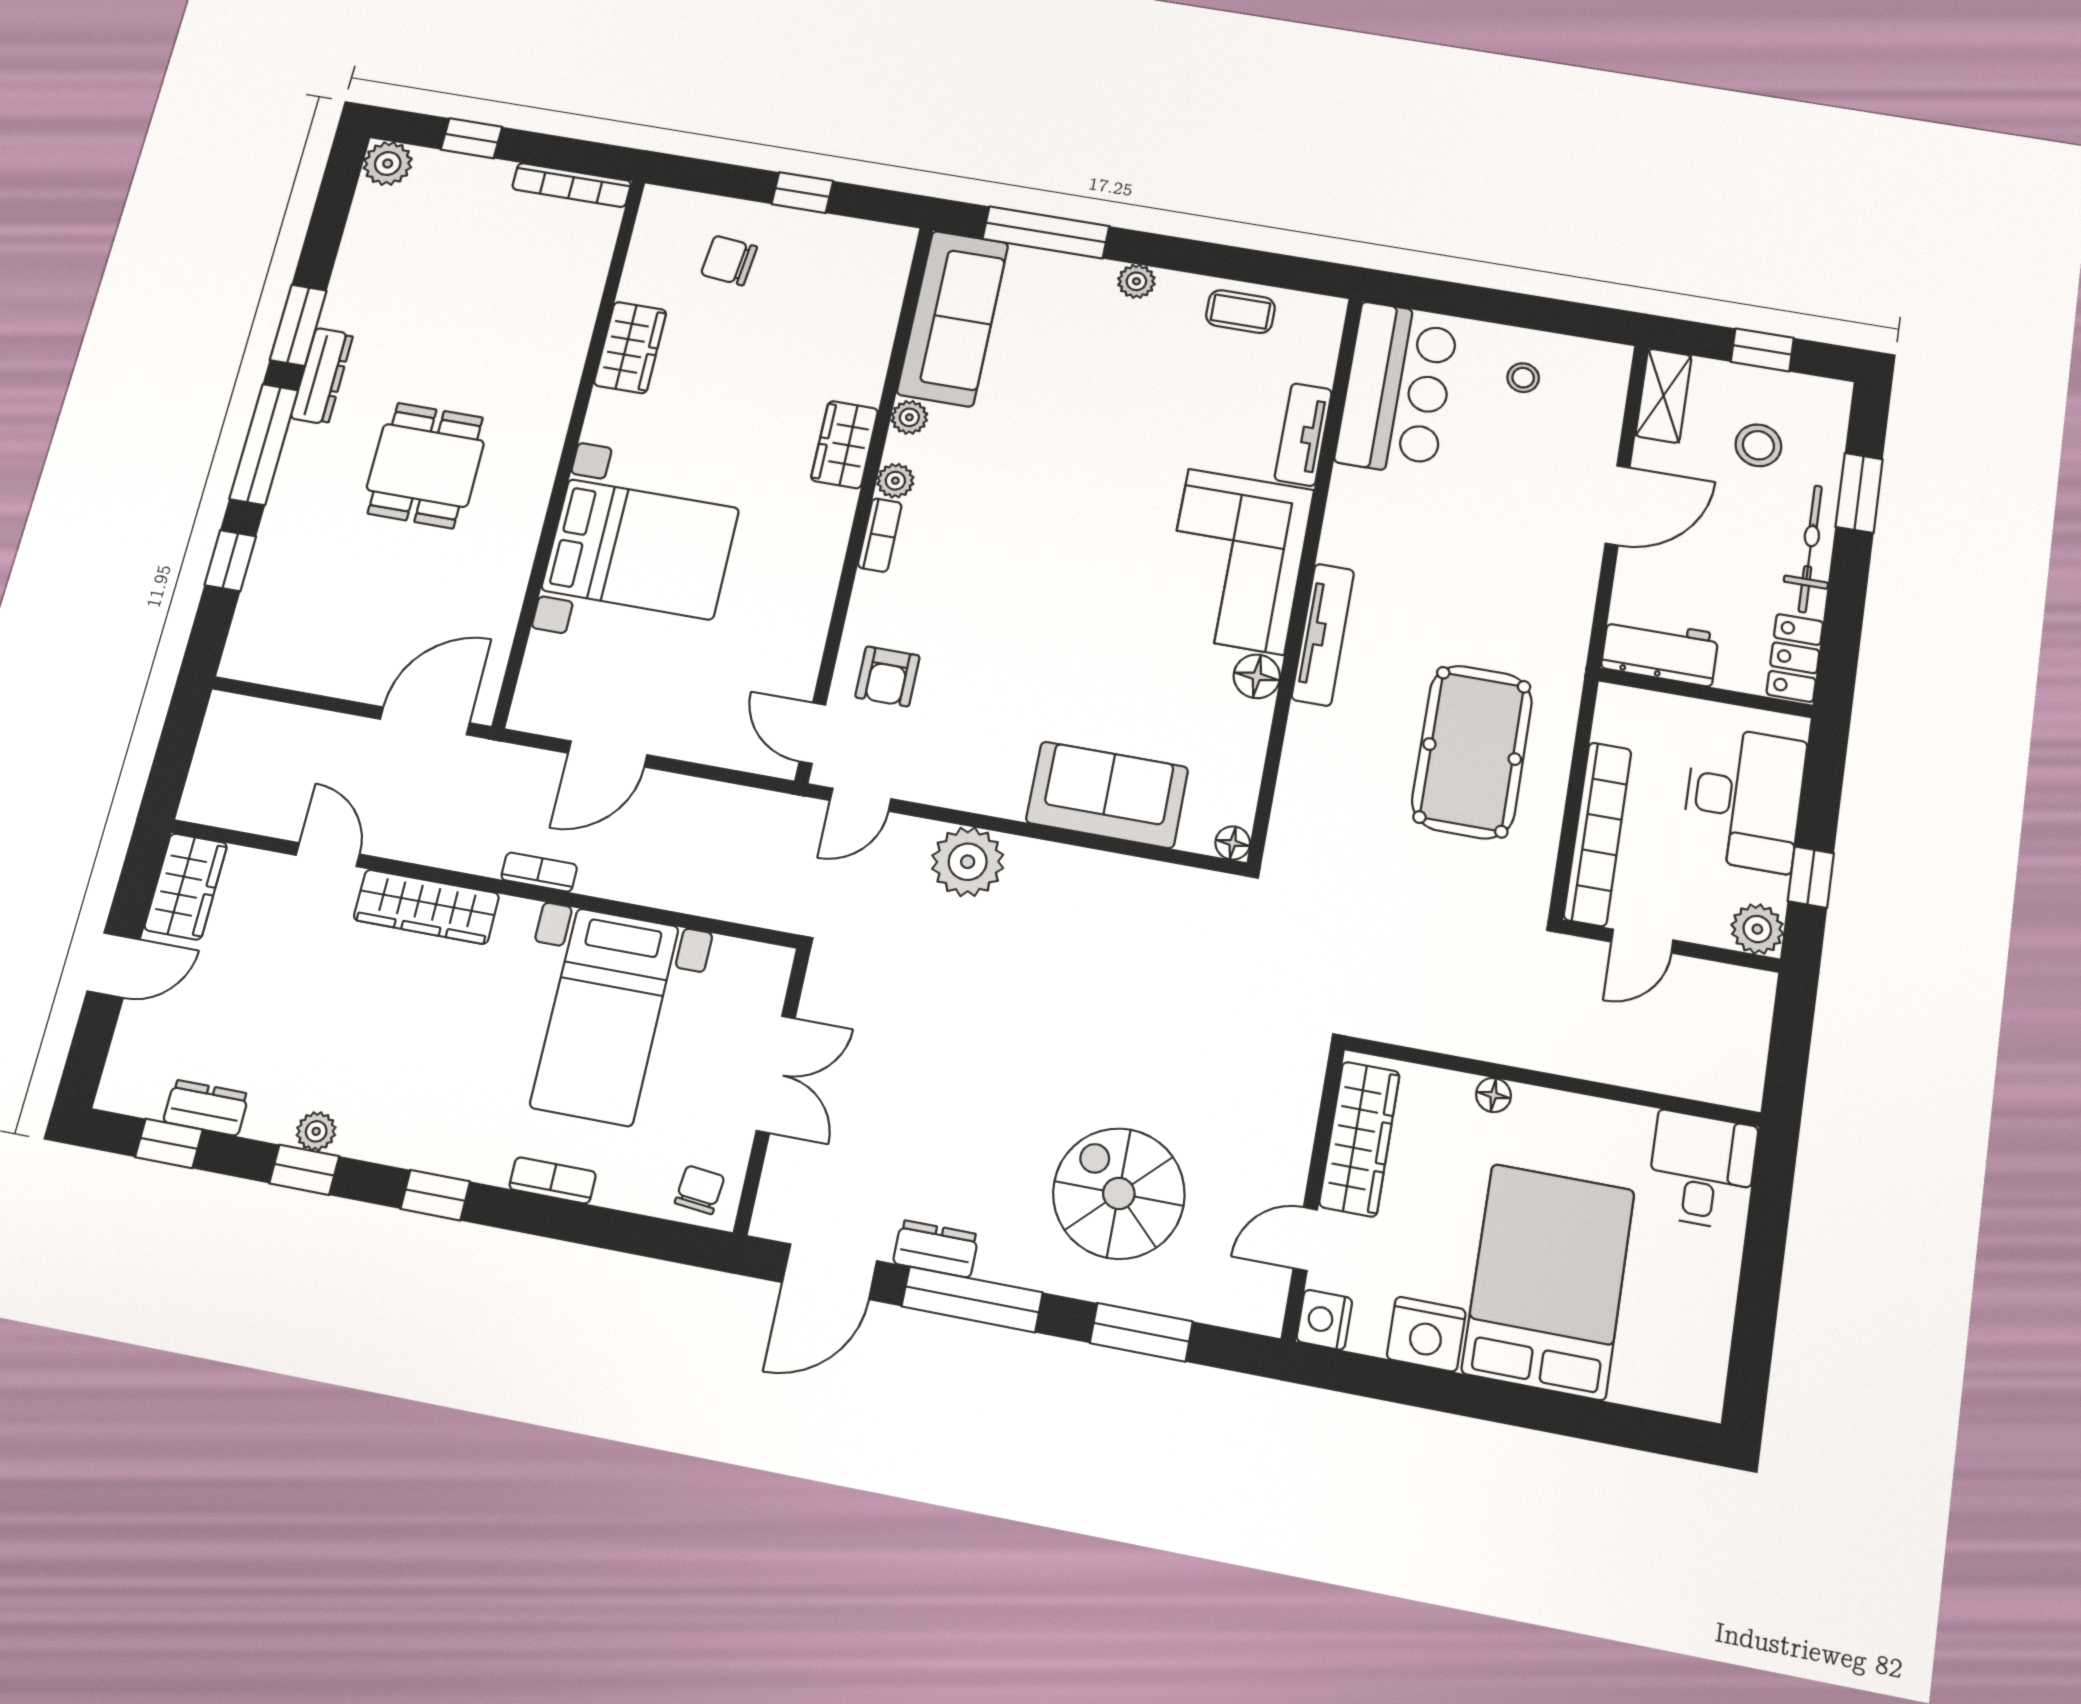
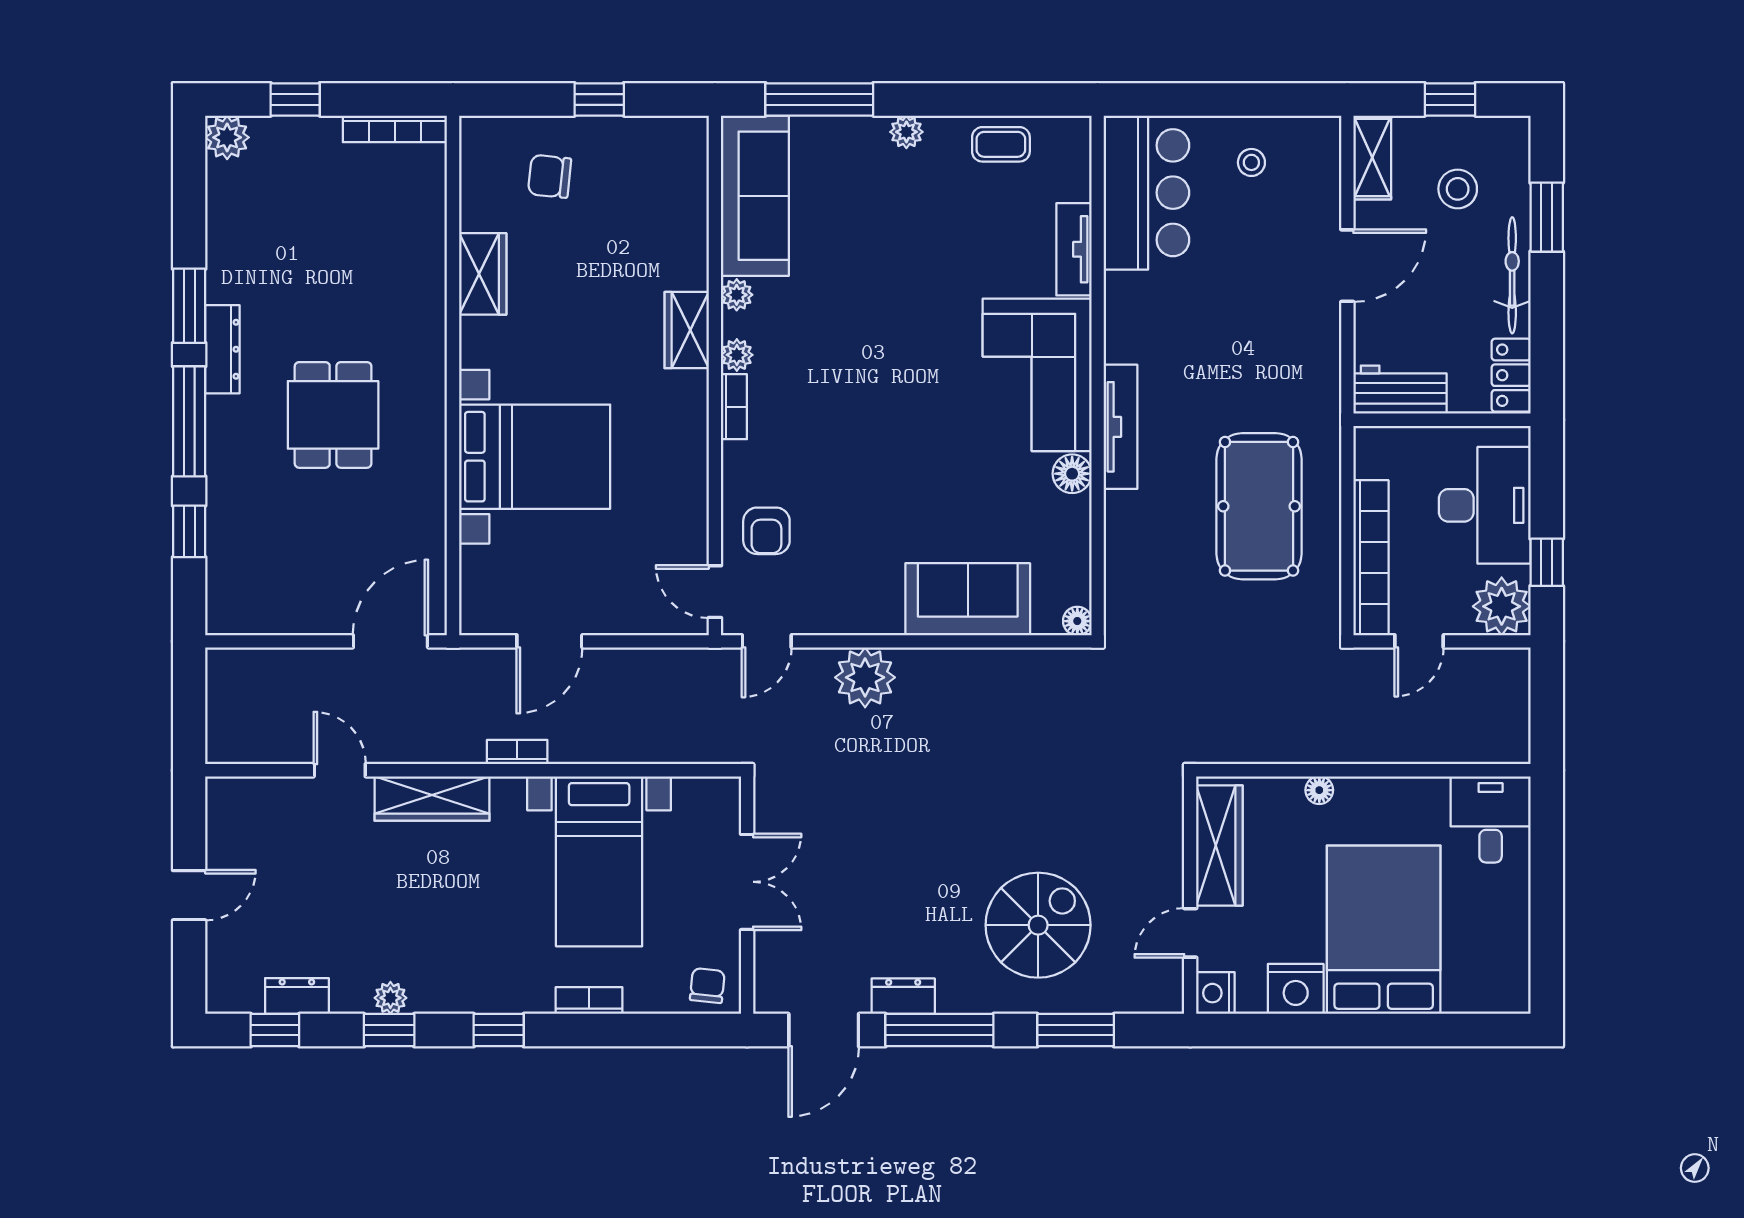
wardrobe: (186, 886) -> (230, 819), removed
plant: (1757, 929) -> (1502, 606), width x1.36, depth x1.36
spiral stairs: (1119, 1193) -> (1038, 925), turned 90

